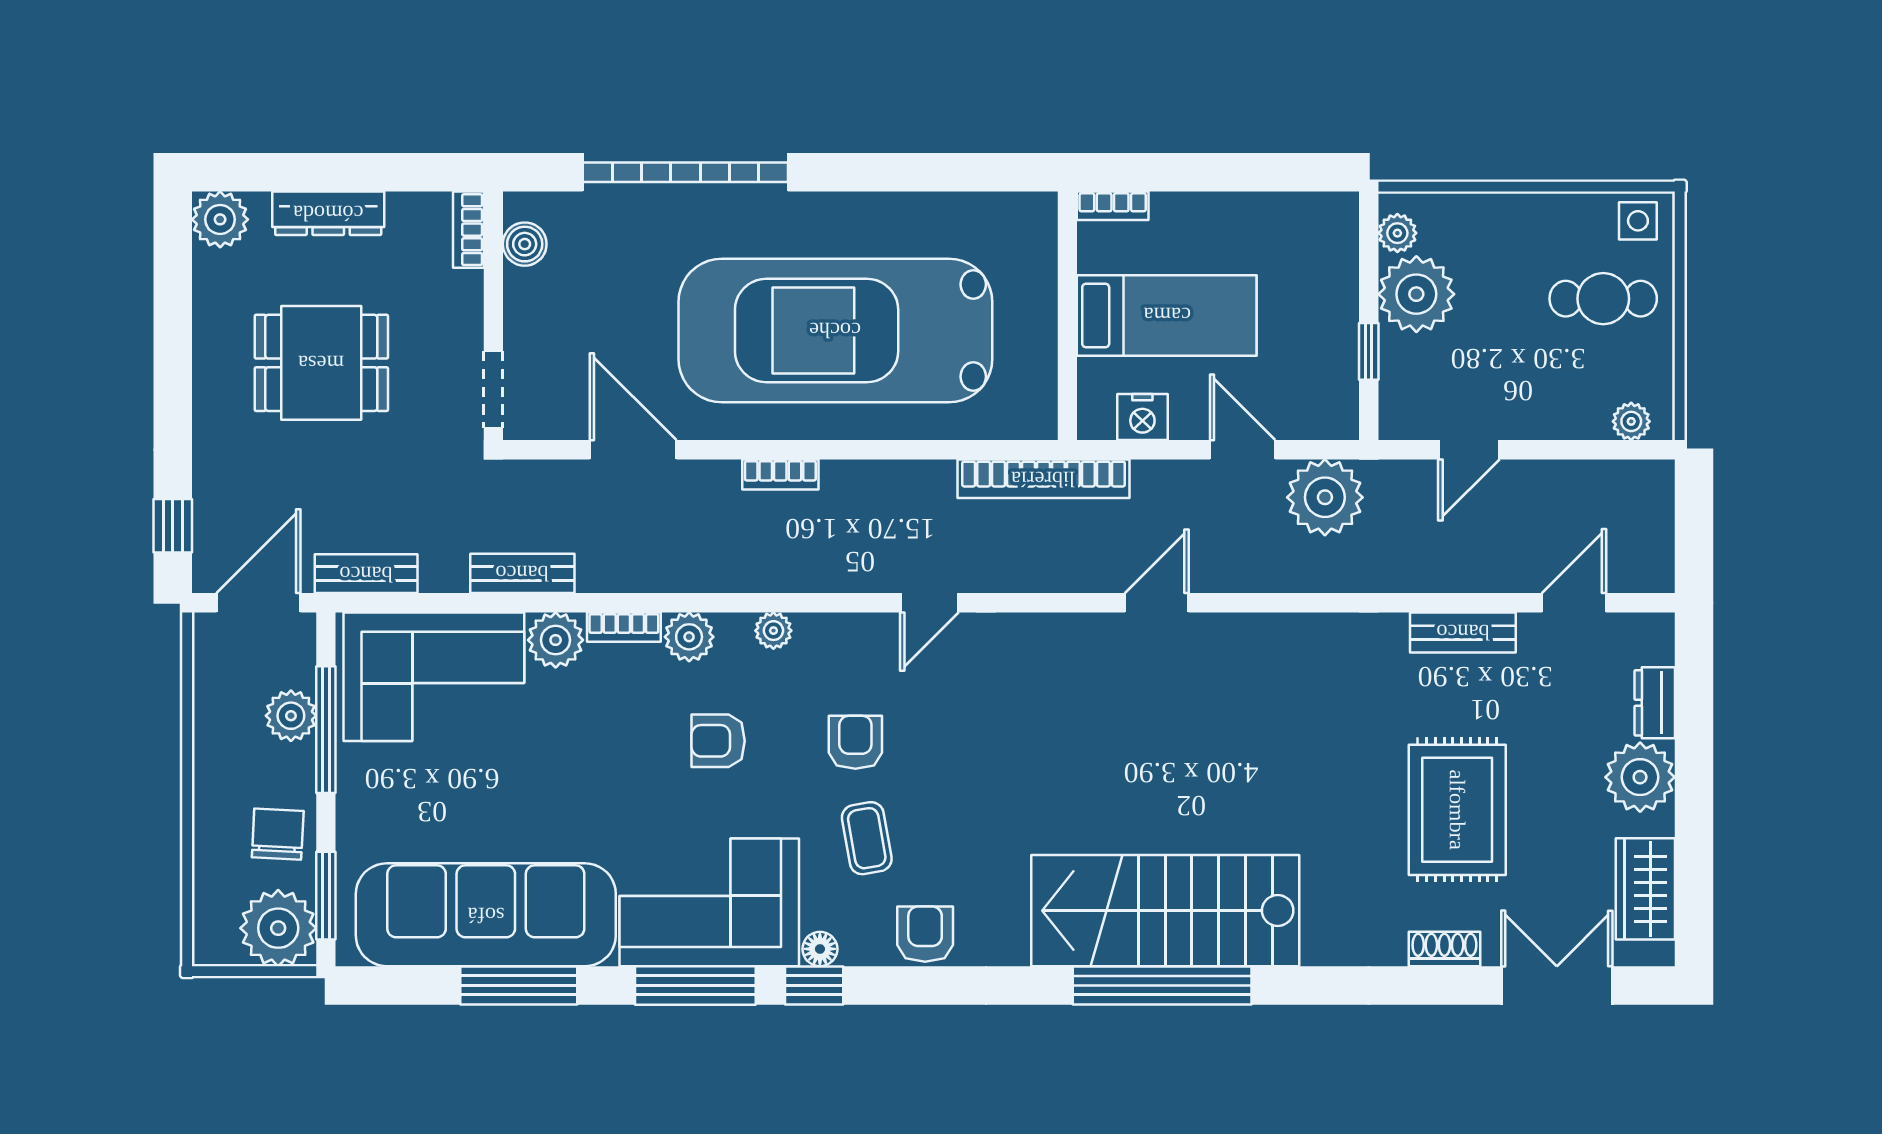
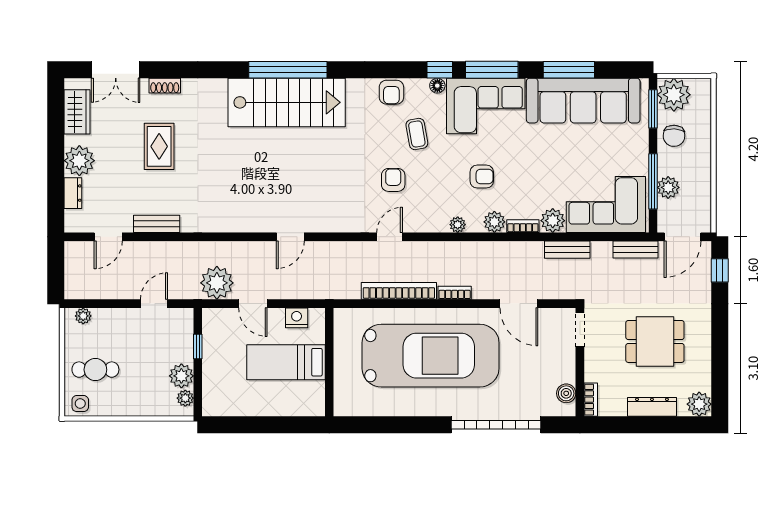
bookcase: (1113, 206) -> (310, 410), removed
plant: (1416, 294) -> (181, 376), width x0.73, depth x0.73
bookcase: (1043, 479) -> (399, 291), moved
armchair: (855, 742) -> (393, 180), moved, turned 180
rug: (1457, 810) -> (159, 146), width x0.73, depth x0.70

